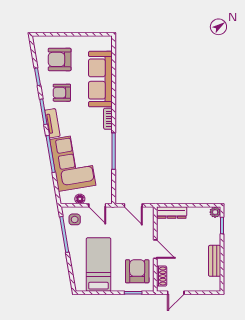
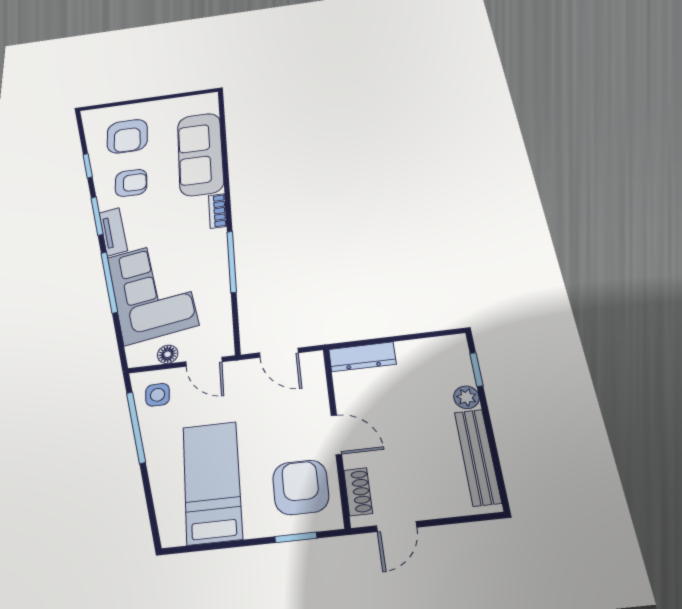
armchair: (60, 59) -> (127, 136), turned -90
armchair: (62, 93) -> (131, 183), turned 180
plant: (215, 212) -> (466, 397), moved
bench: (215, 261) -> (478, 457), width x1.36

